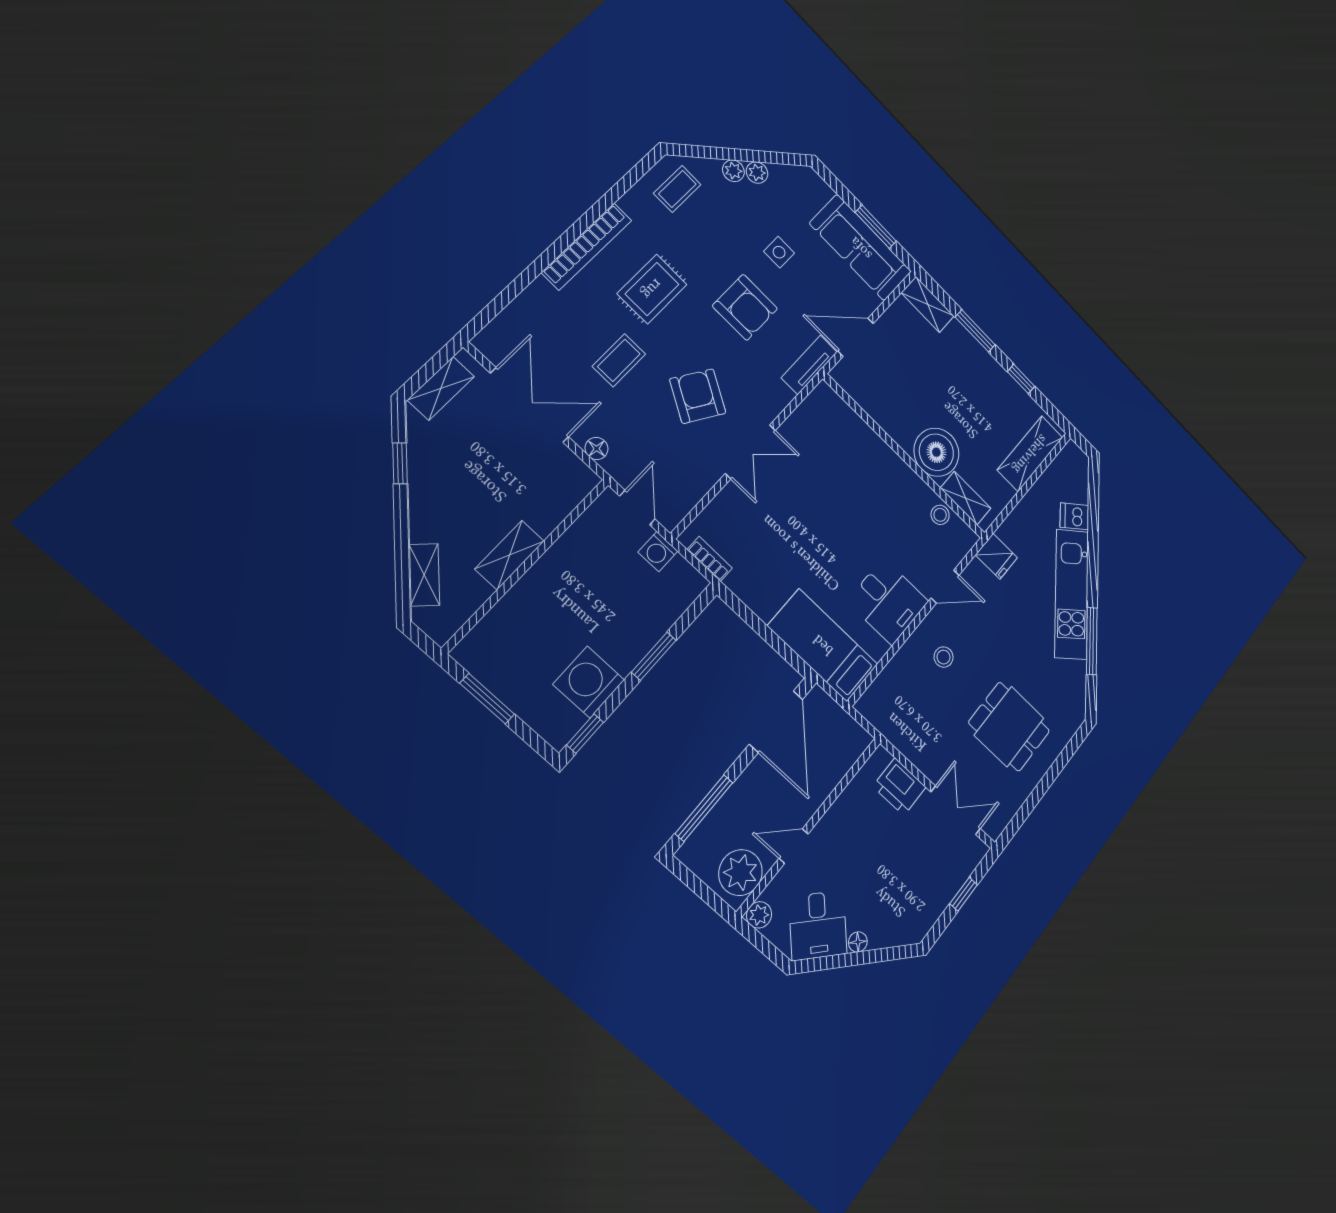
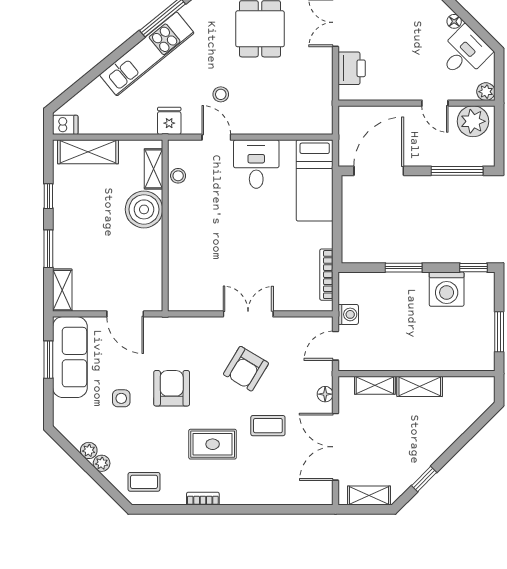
bookcase: (587, 246) -> (203, 499), width x0.43, depth x0.76
tv unit: (809, 365) -> (168, 325), removed
dishwasher: (1074, 516) -> (65, 125), moved, turned -51
bookcase: (710, 559) -> (326, 275), width x1.56
shelving: (424, 575) -> (375, 385), moved, turned 45
stool: (944, 657) -> (221, 94), moved

